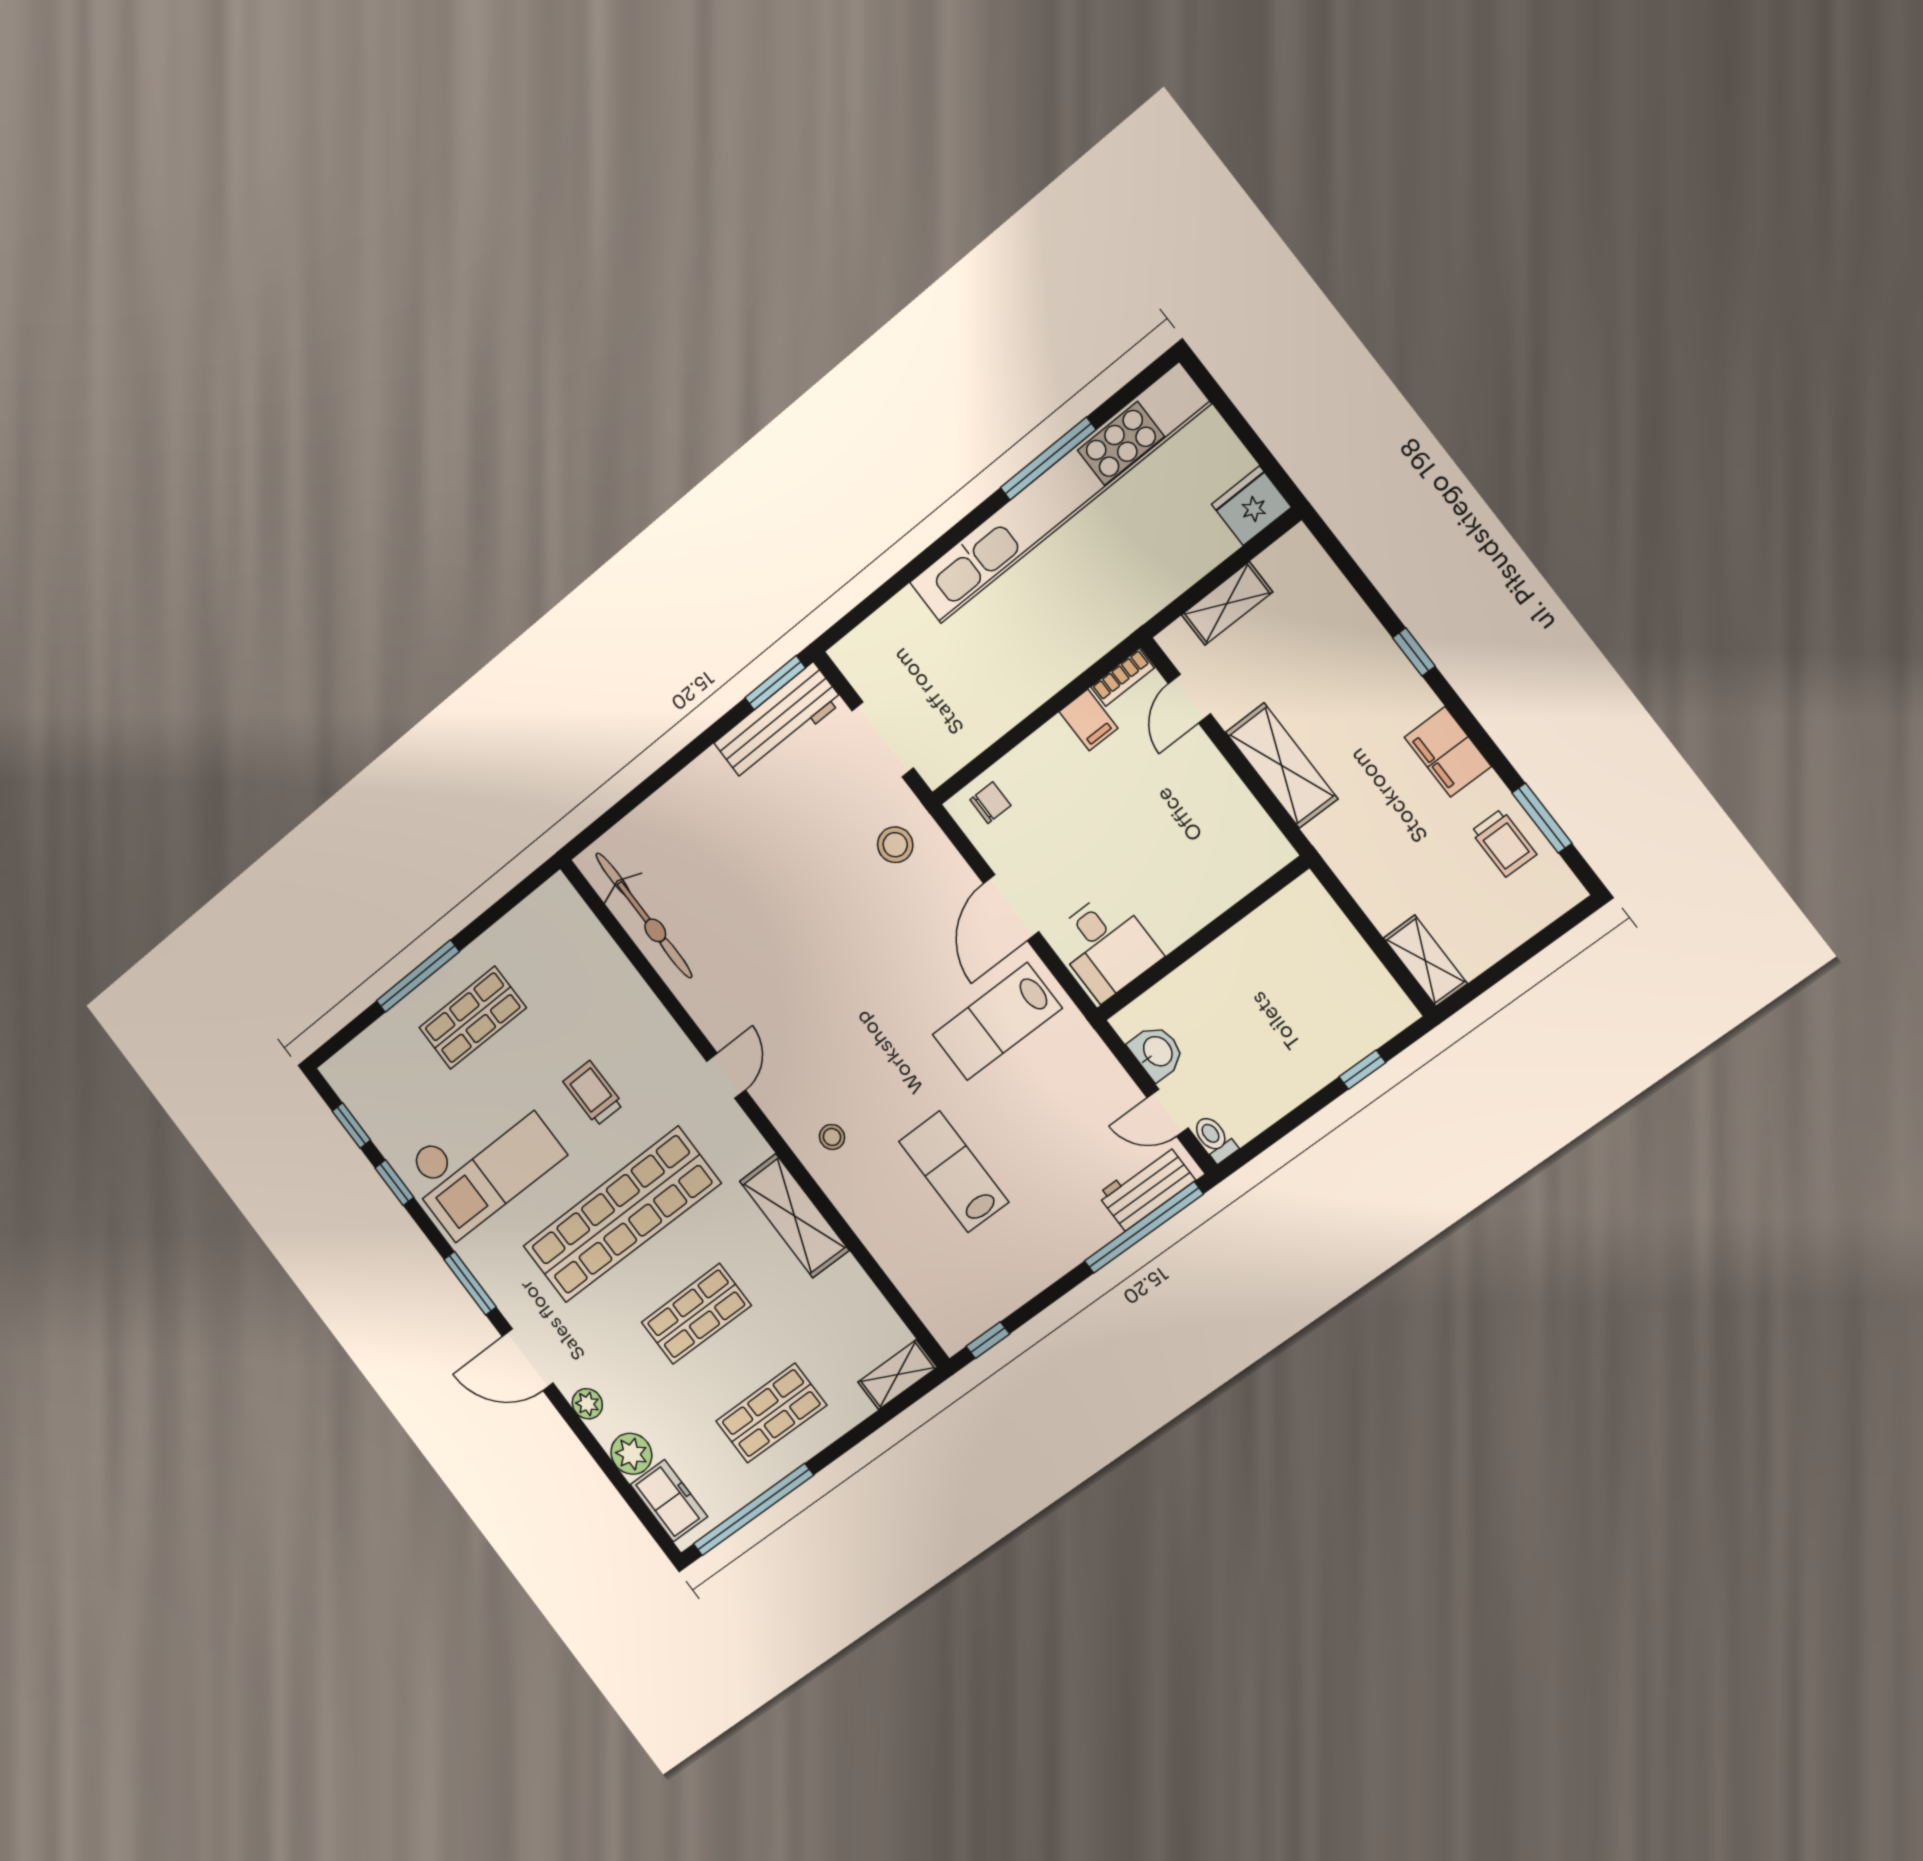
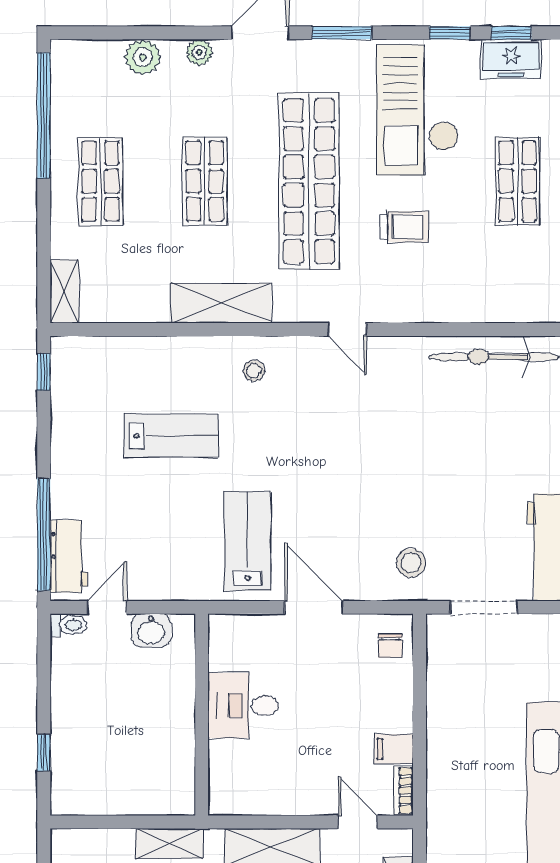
desk: (1106, 946) -> (243, 706), moved
shelving: (1425, 961) -> (170, 843), moved
freezer: (669, 1501) -> (511, 59), moved

